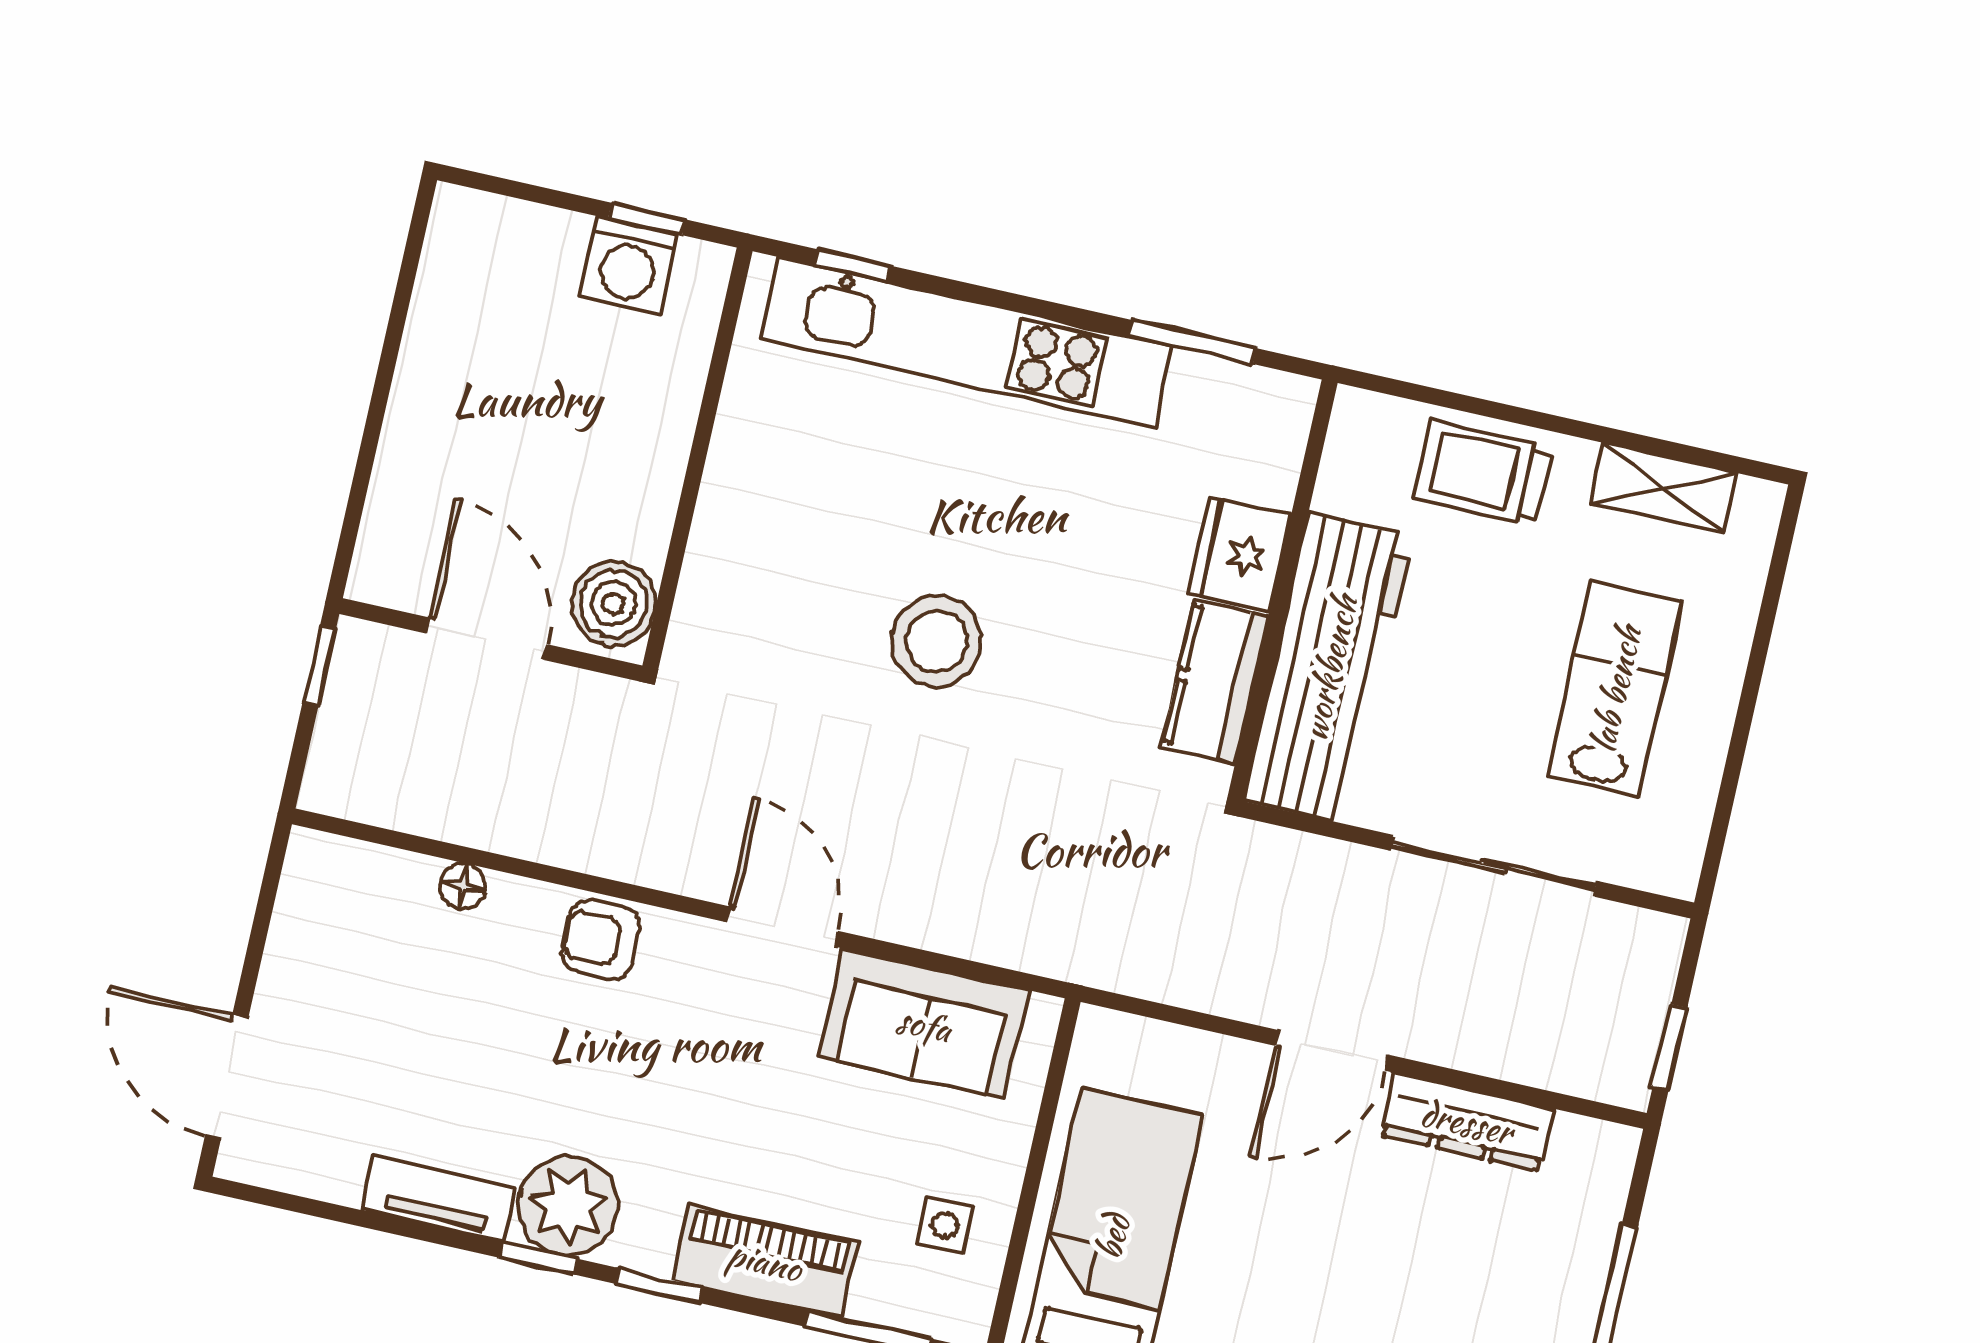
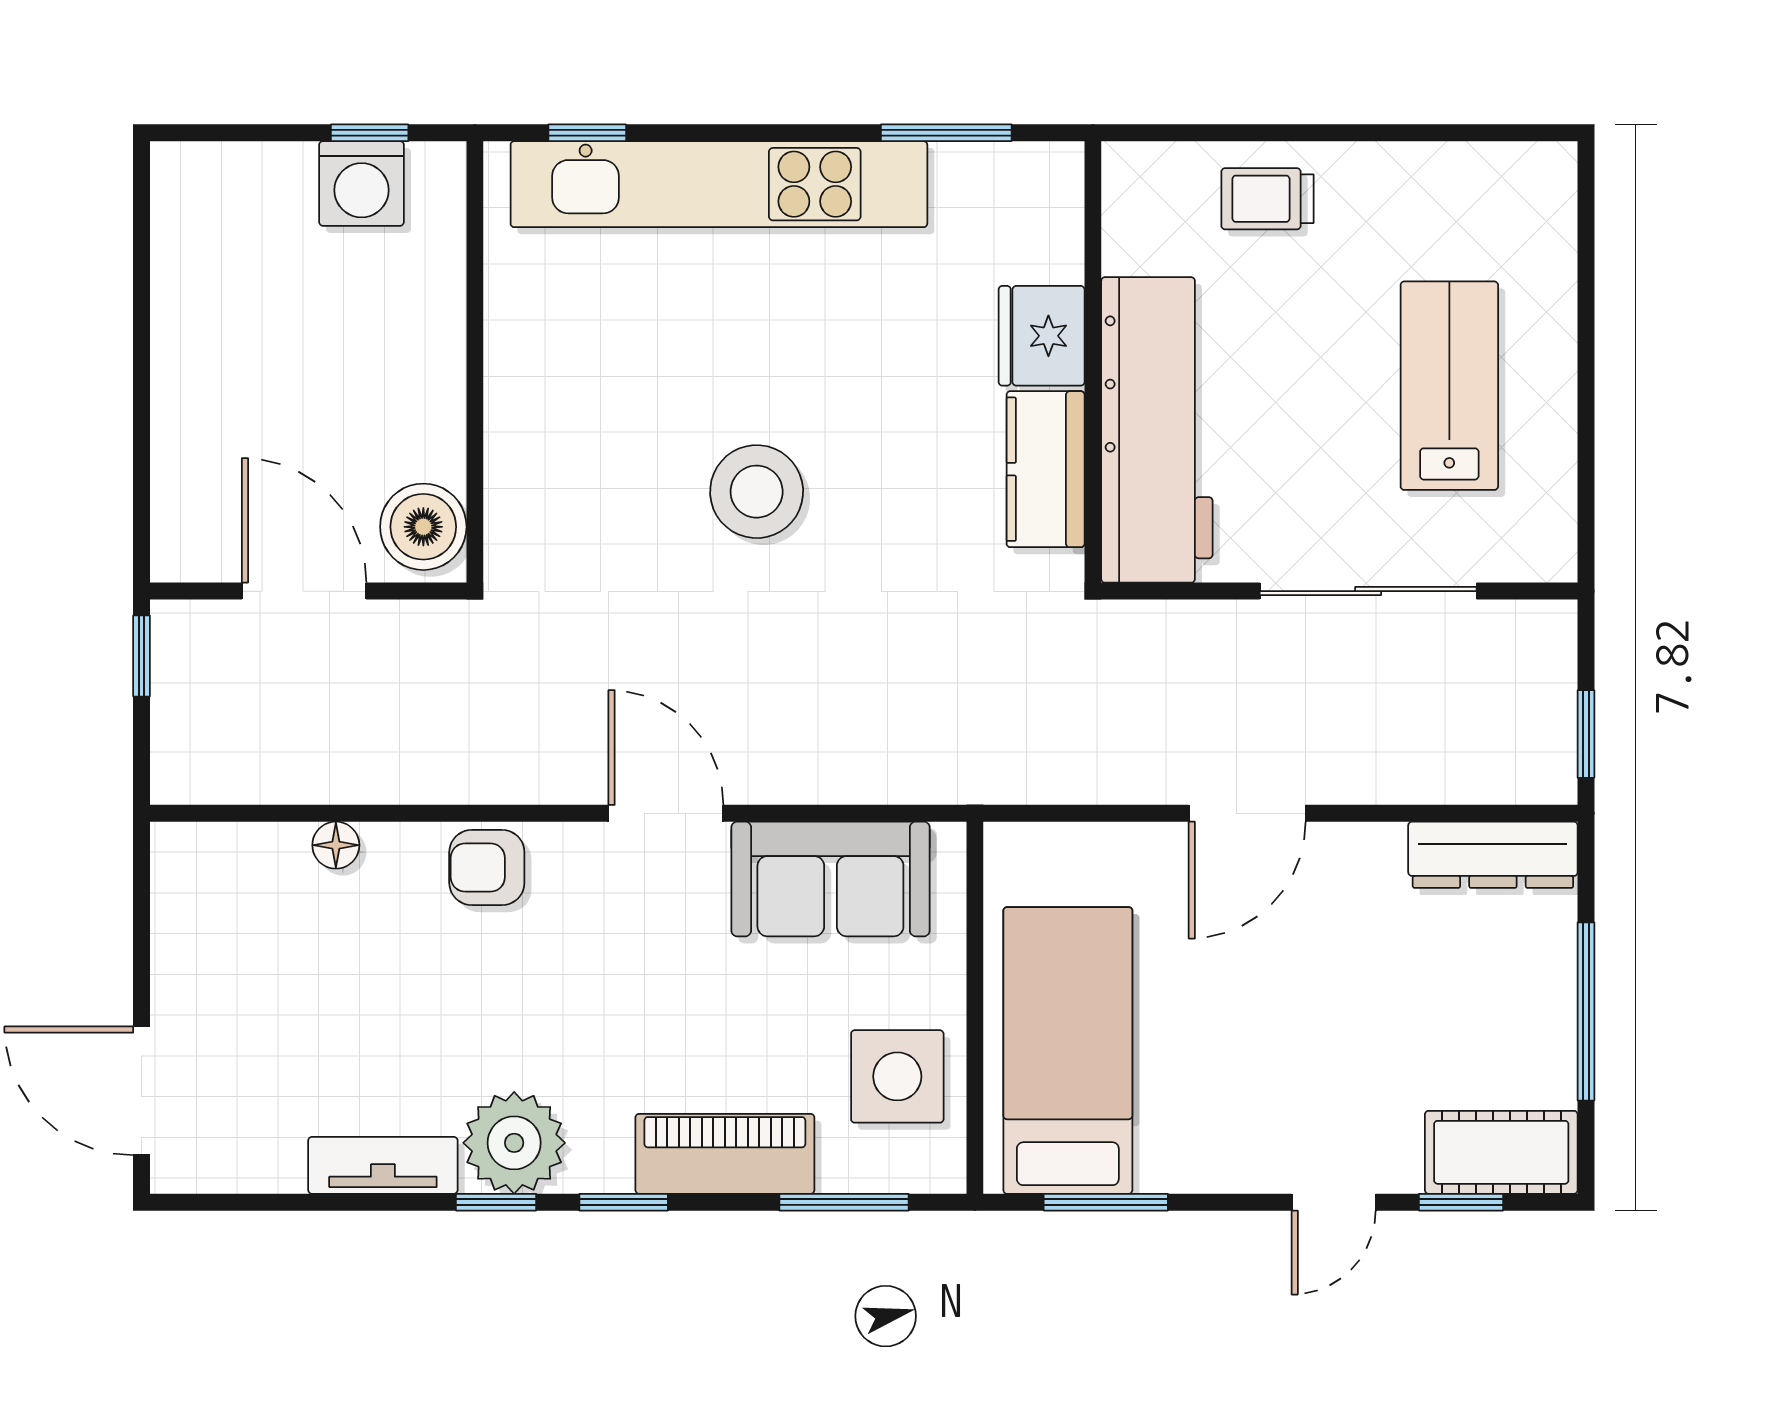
trolley: (1483, 473) -> (1267, 199), width x0.73, depth x0.72
shelving: (1664, 488) -> (1453, 173), removed
dresser: (1467, 1122) -> (1493, 855), moved
side table: (945, 1225) -> (897, 1076), width x1.87, depth x1.87

